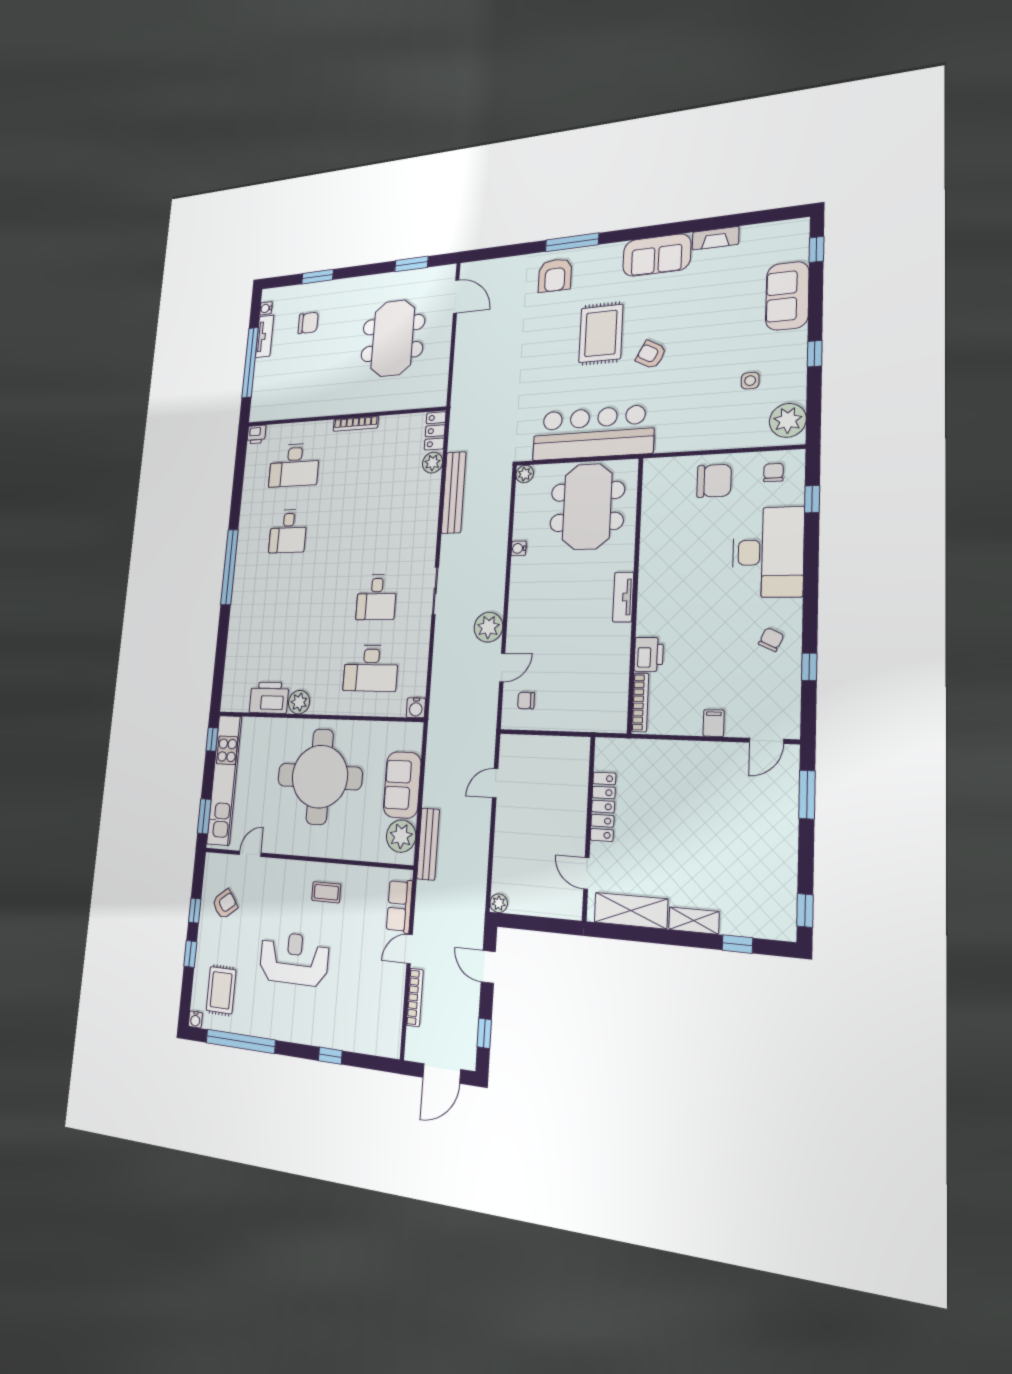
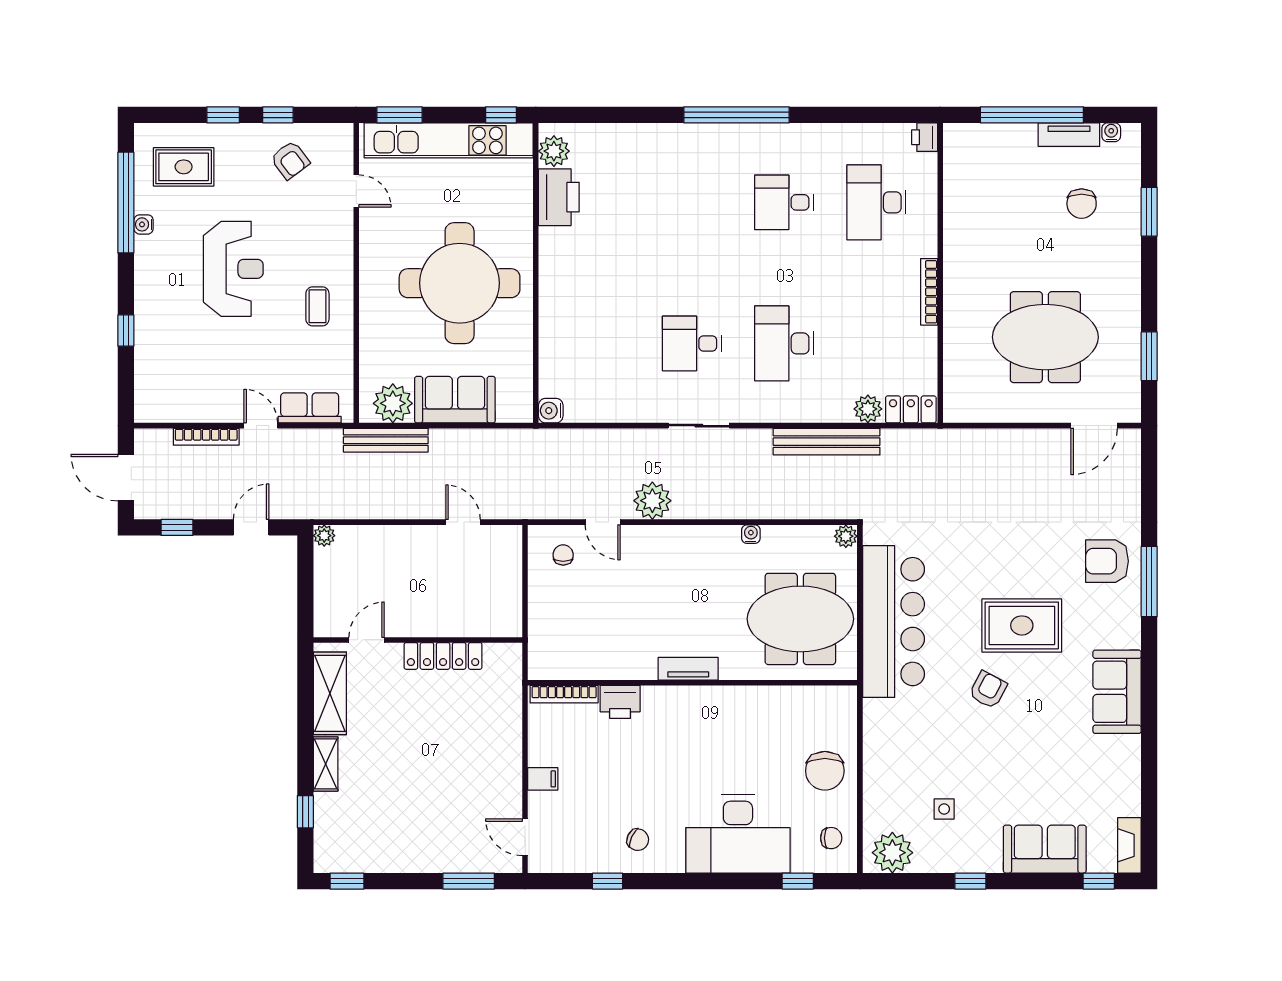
fireplace: (716, 238) -> (1129, 845), moved
desk: (371, 668) -> (784, 343), moved
plant: (299, 702) -> (554, 151), moved
water cooler: (195, 1019) -> (144, 224), moved

